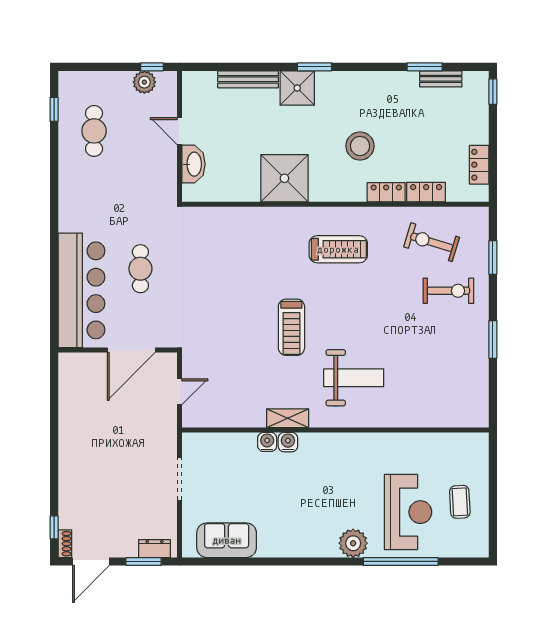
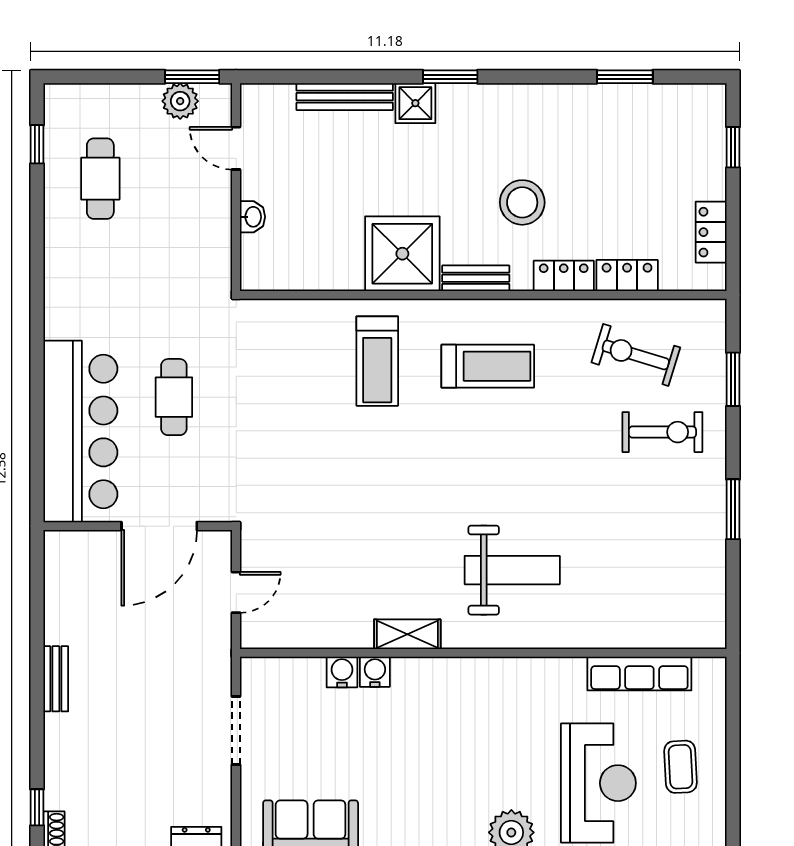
window: (152, 67) -> (192, 77), width x1.50
bench: (441, 79) -> (476, 278), moved
shower: (297, 88) -> (415, 103), width x0.73, depth x0.73
window: (493, 92) -> (733, 147), moved
door: (180, 131) -> (236, 148), moved
washbasin: (194, 164) -> (252, 217), width x0.52, depth x0.69
treadmill: (291, 327) -> (377, 361), moved
water cooler: (288, 442) -> (342, 672), moved
row of seats: (434, 443) -> (639, 674), added
bench: (66, 446) -> (56, 679), added

